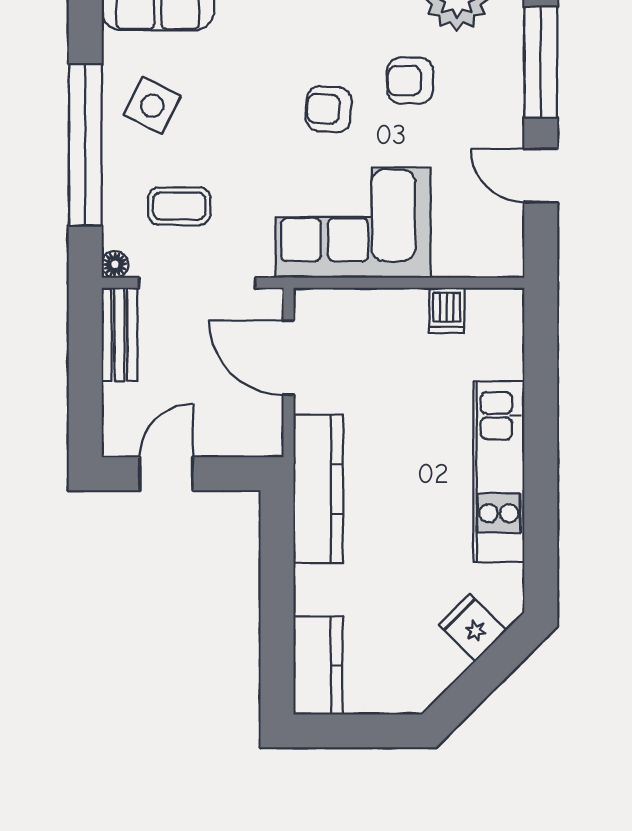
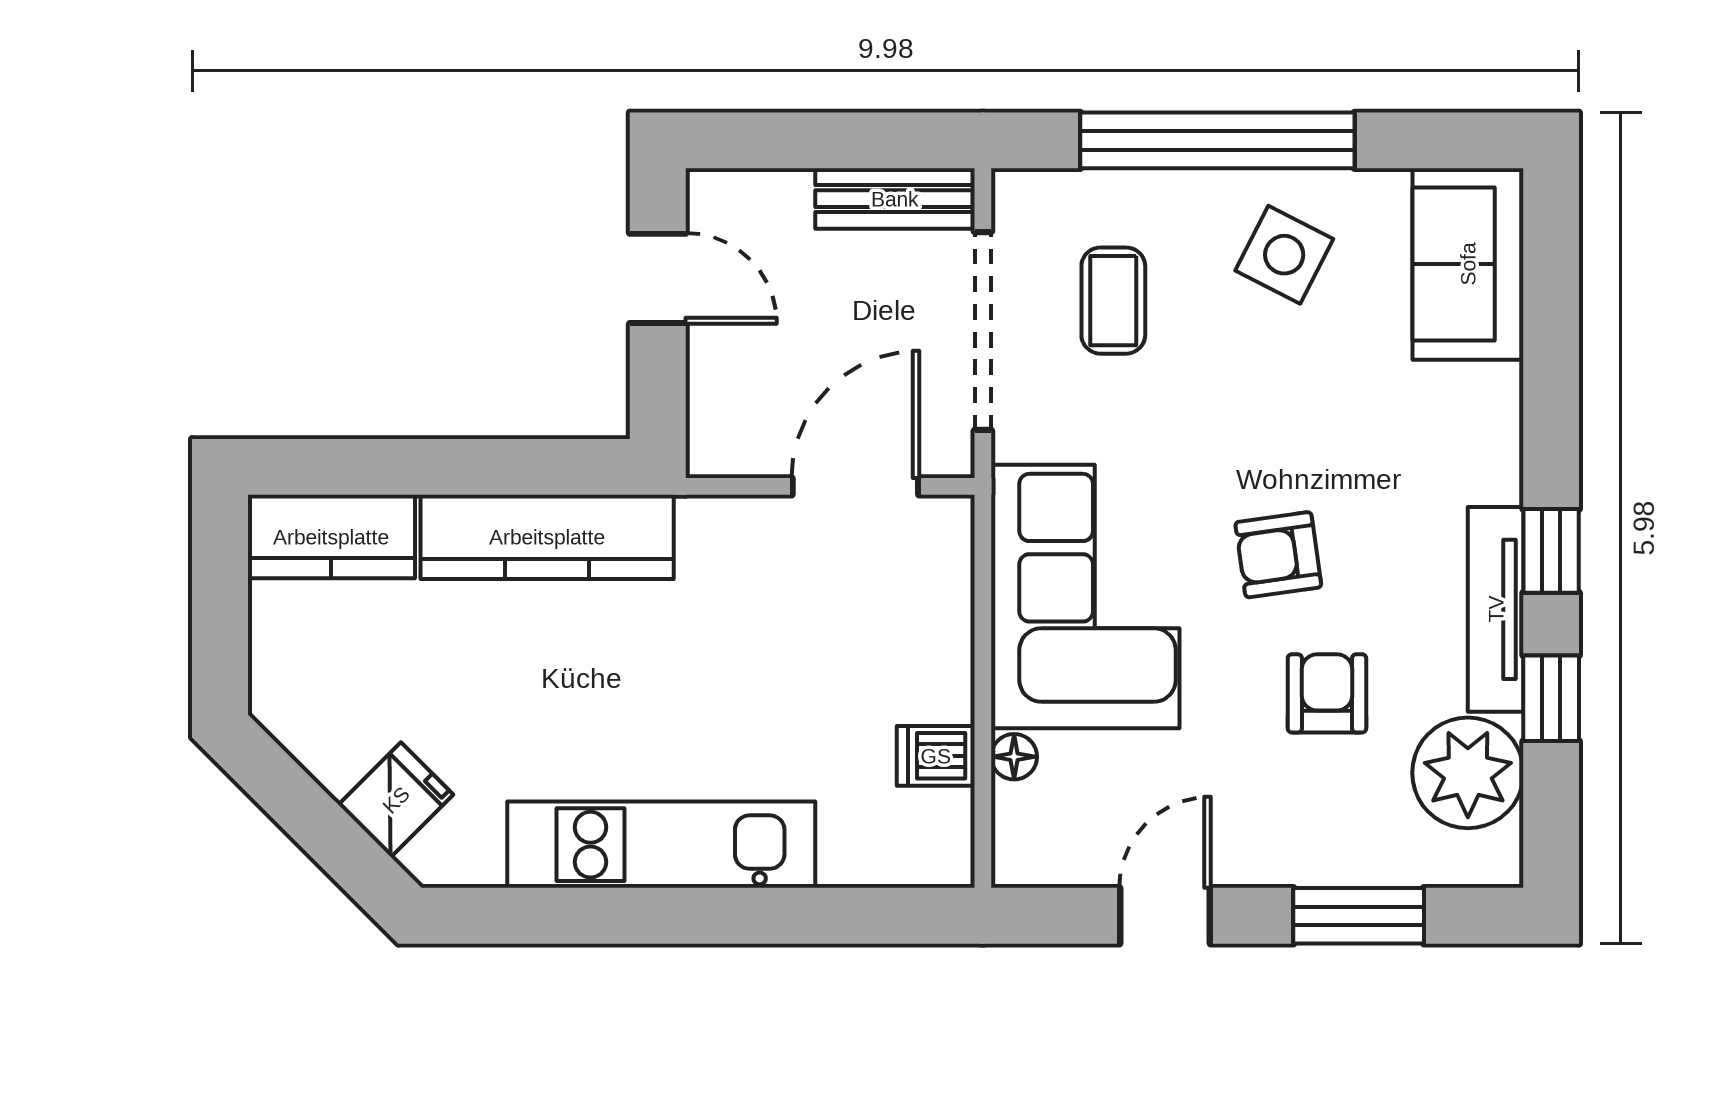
window: (541, 62) -> (1359, 916), width x0.69
armchair: (329, 109) -> (1278, 555), turned -102
floor lamp: (115, 264) -> (1014, 757), moved
kitchen counter: (318, 489) -> (547, 537), moved

